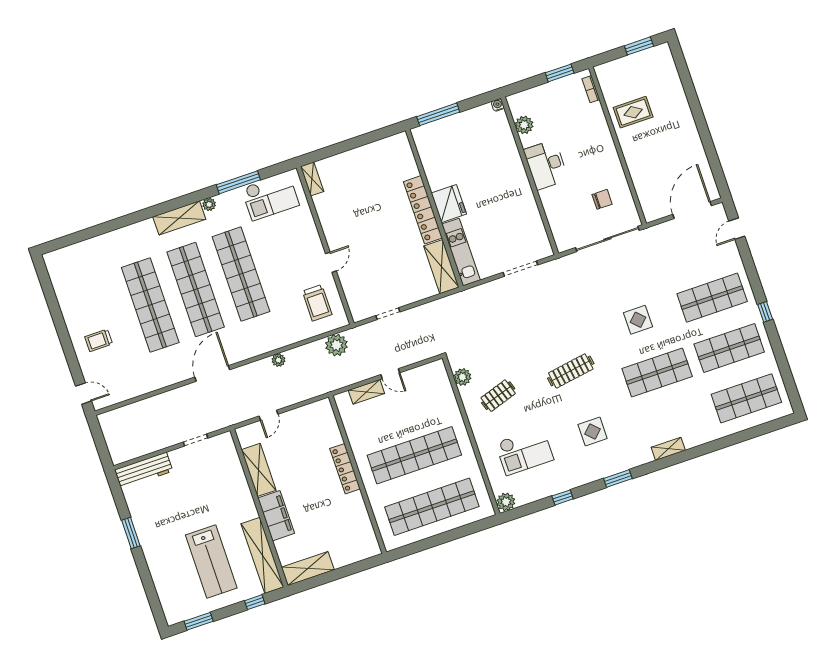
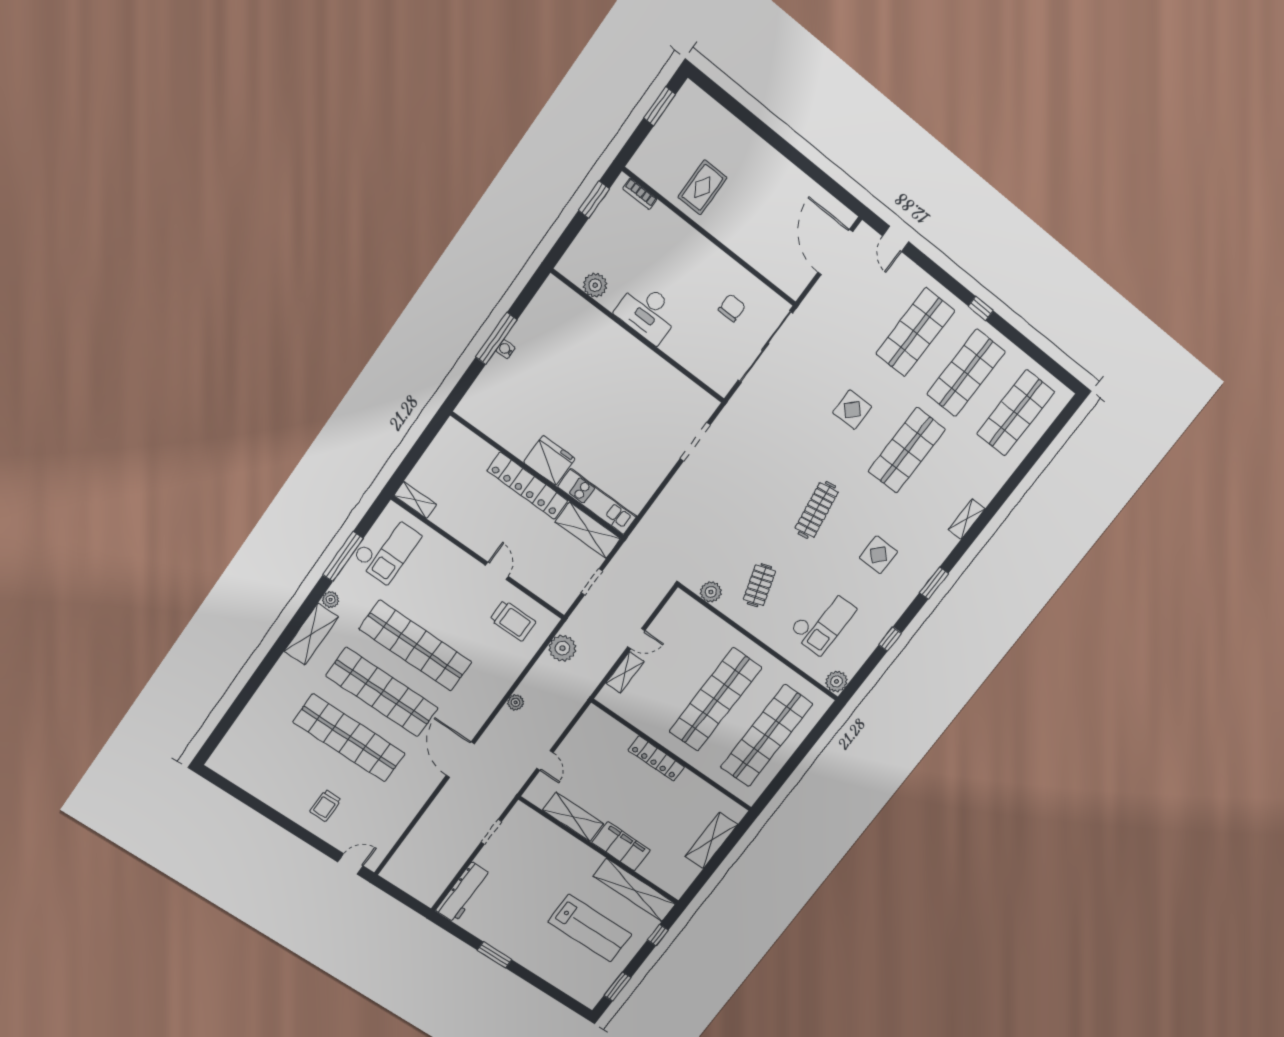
water cooler: (498, 105) -> (505, 349), moved
fridge: (449, 204) -> (549, 461), moved
wall: (434, 208) -> (538, 476), moved
locker: (423, 210) -> (527, 486), moved
kitchen unit: (461, 252) -> (597, 502), moved
shelving: (441, 267) -> (588, 530), moved
shelving: (308, 569) -> (711, 840), moved

